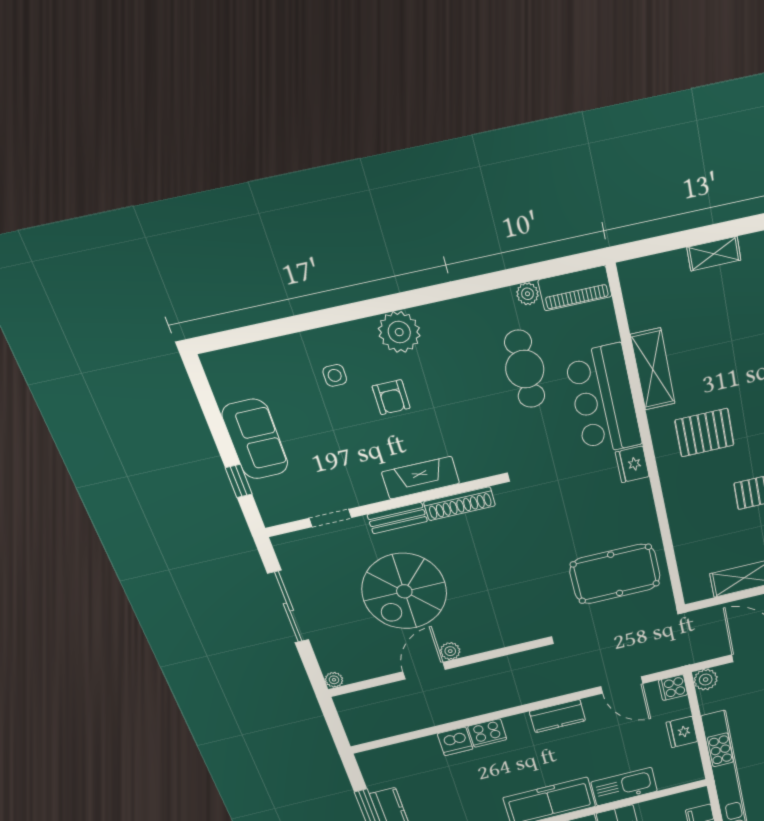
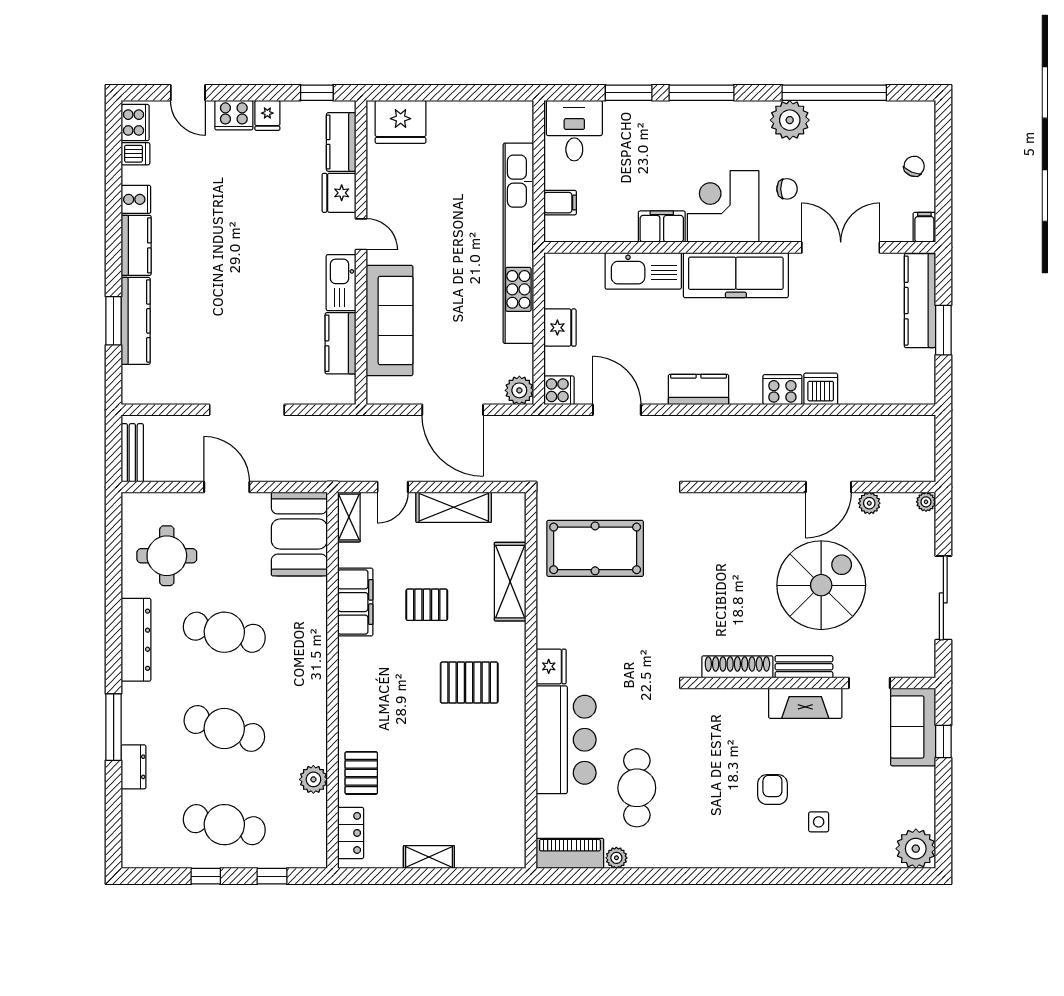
plant: (399, 332) -> (916, 849), moved
shelving: (653, 369) -> (510, 582), moved
sofa: (255, 439) -> (913, 727), moved
fireplace: (421, 478) -> (805, 703), moved
plant: (450, 651) -> (869, 503), moved

